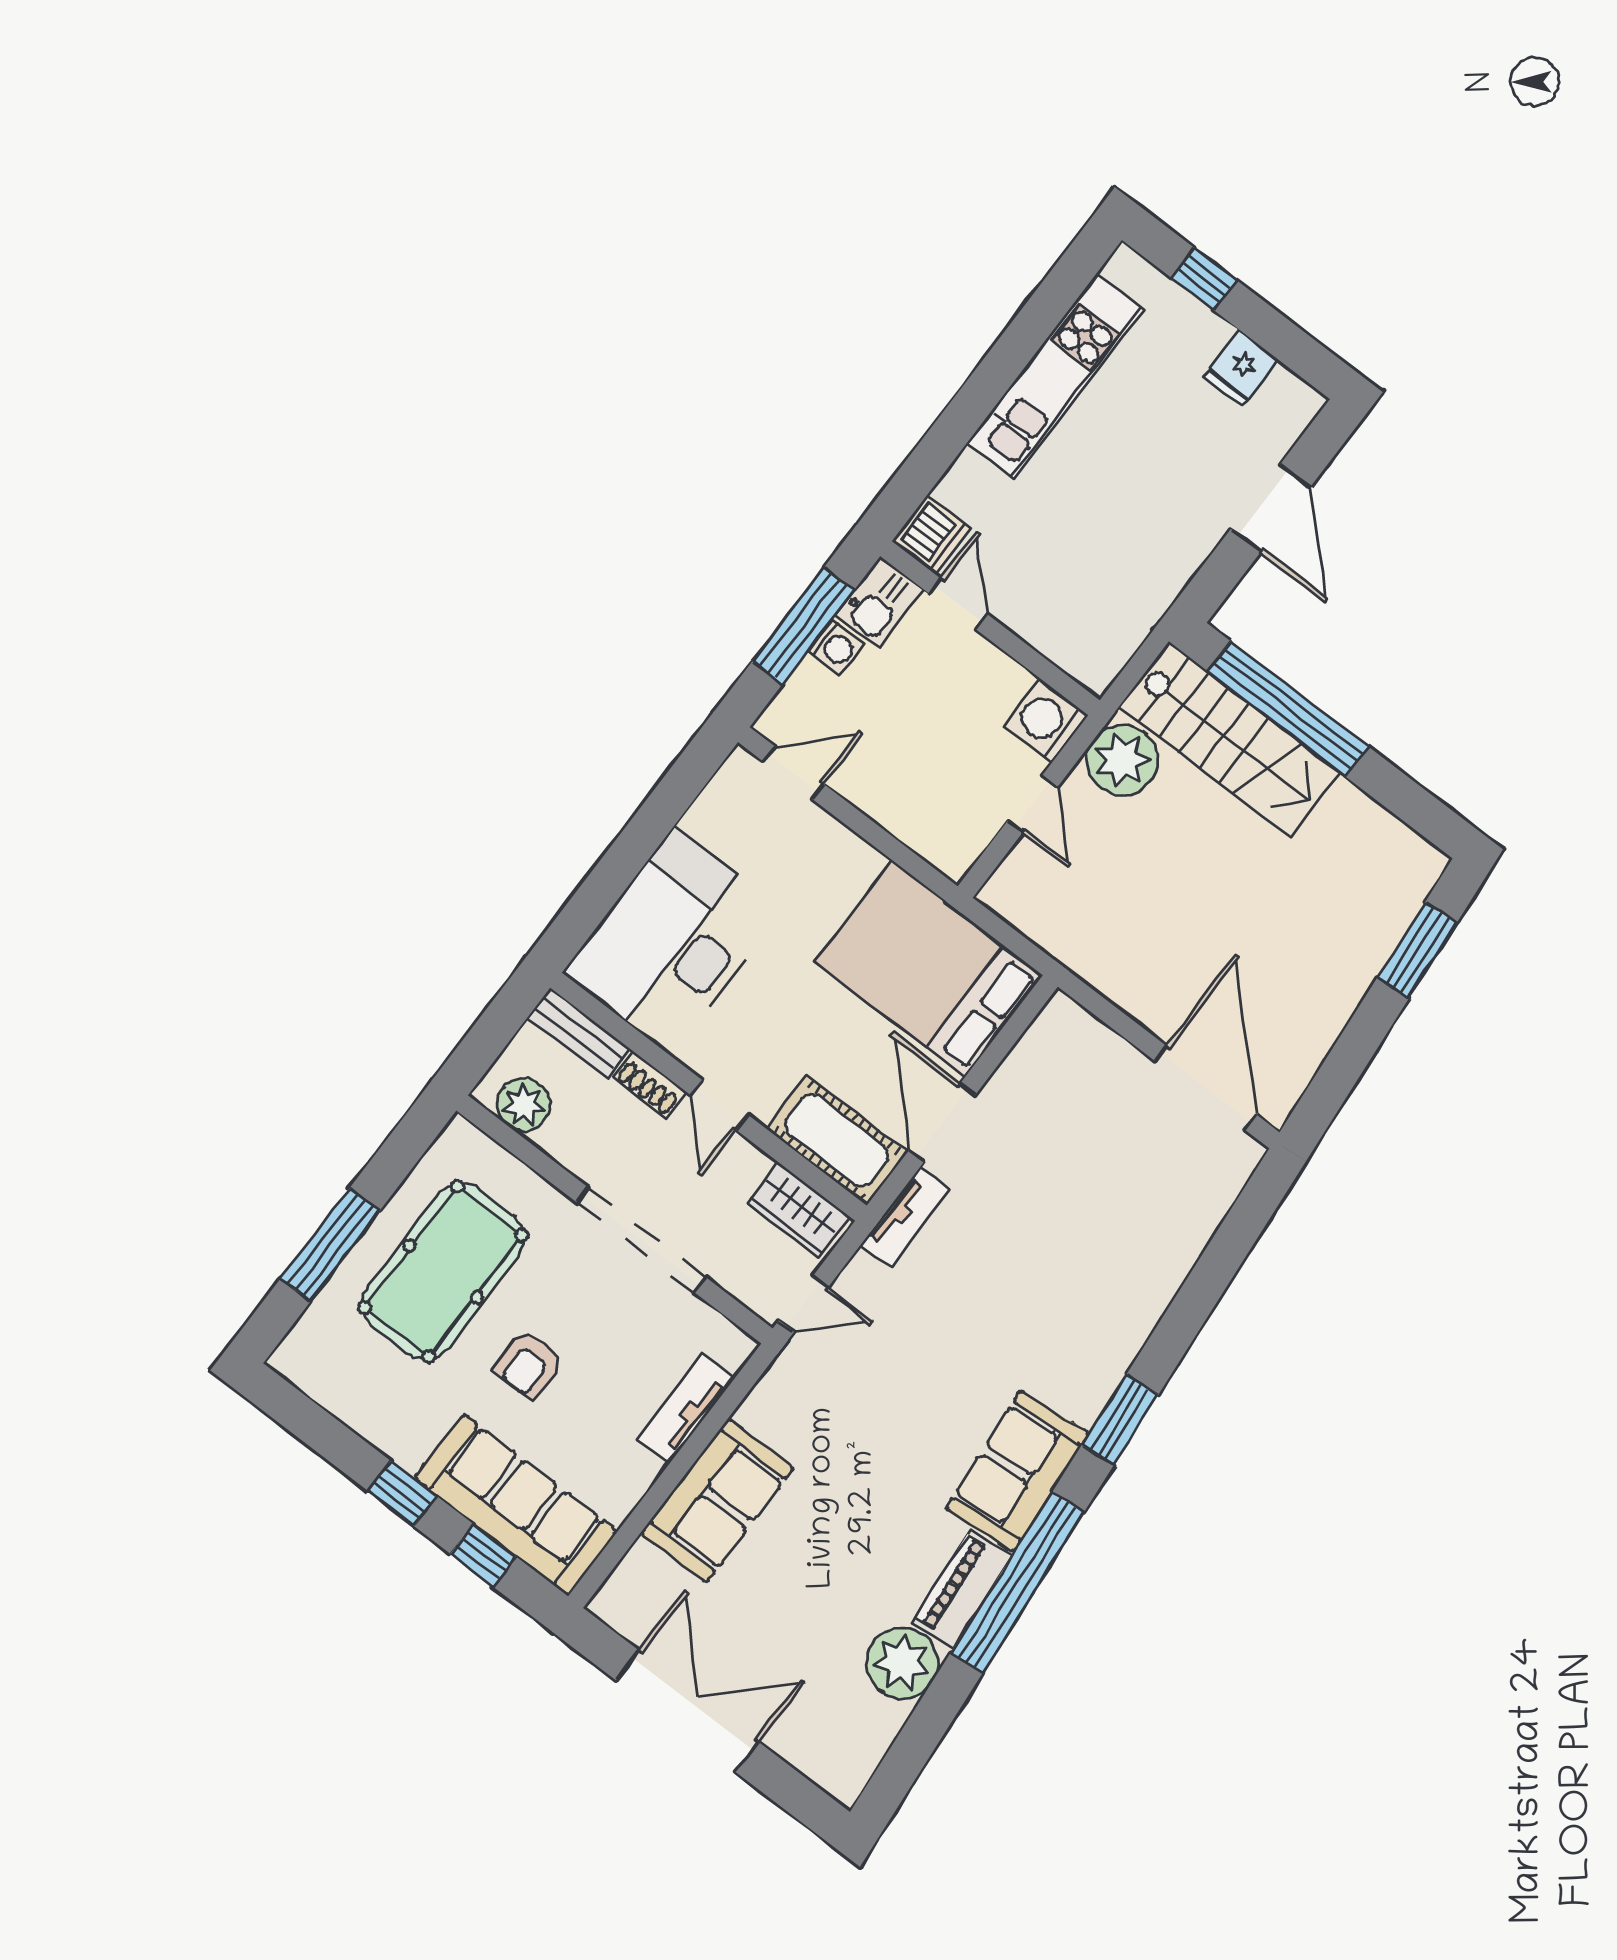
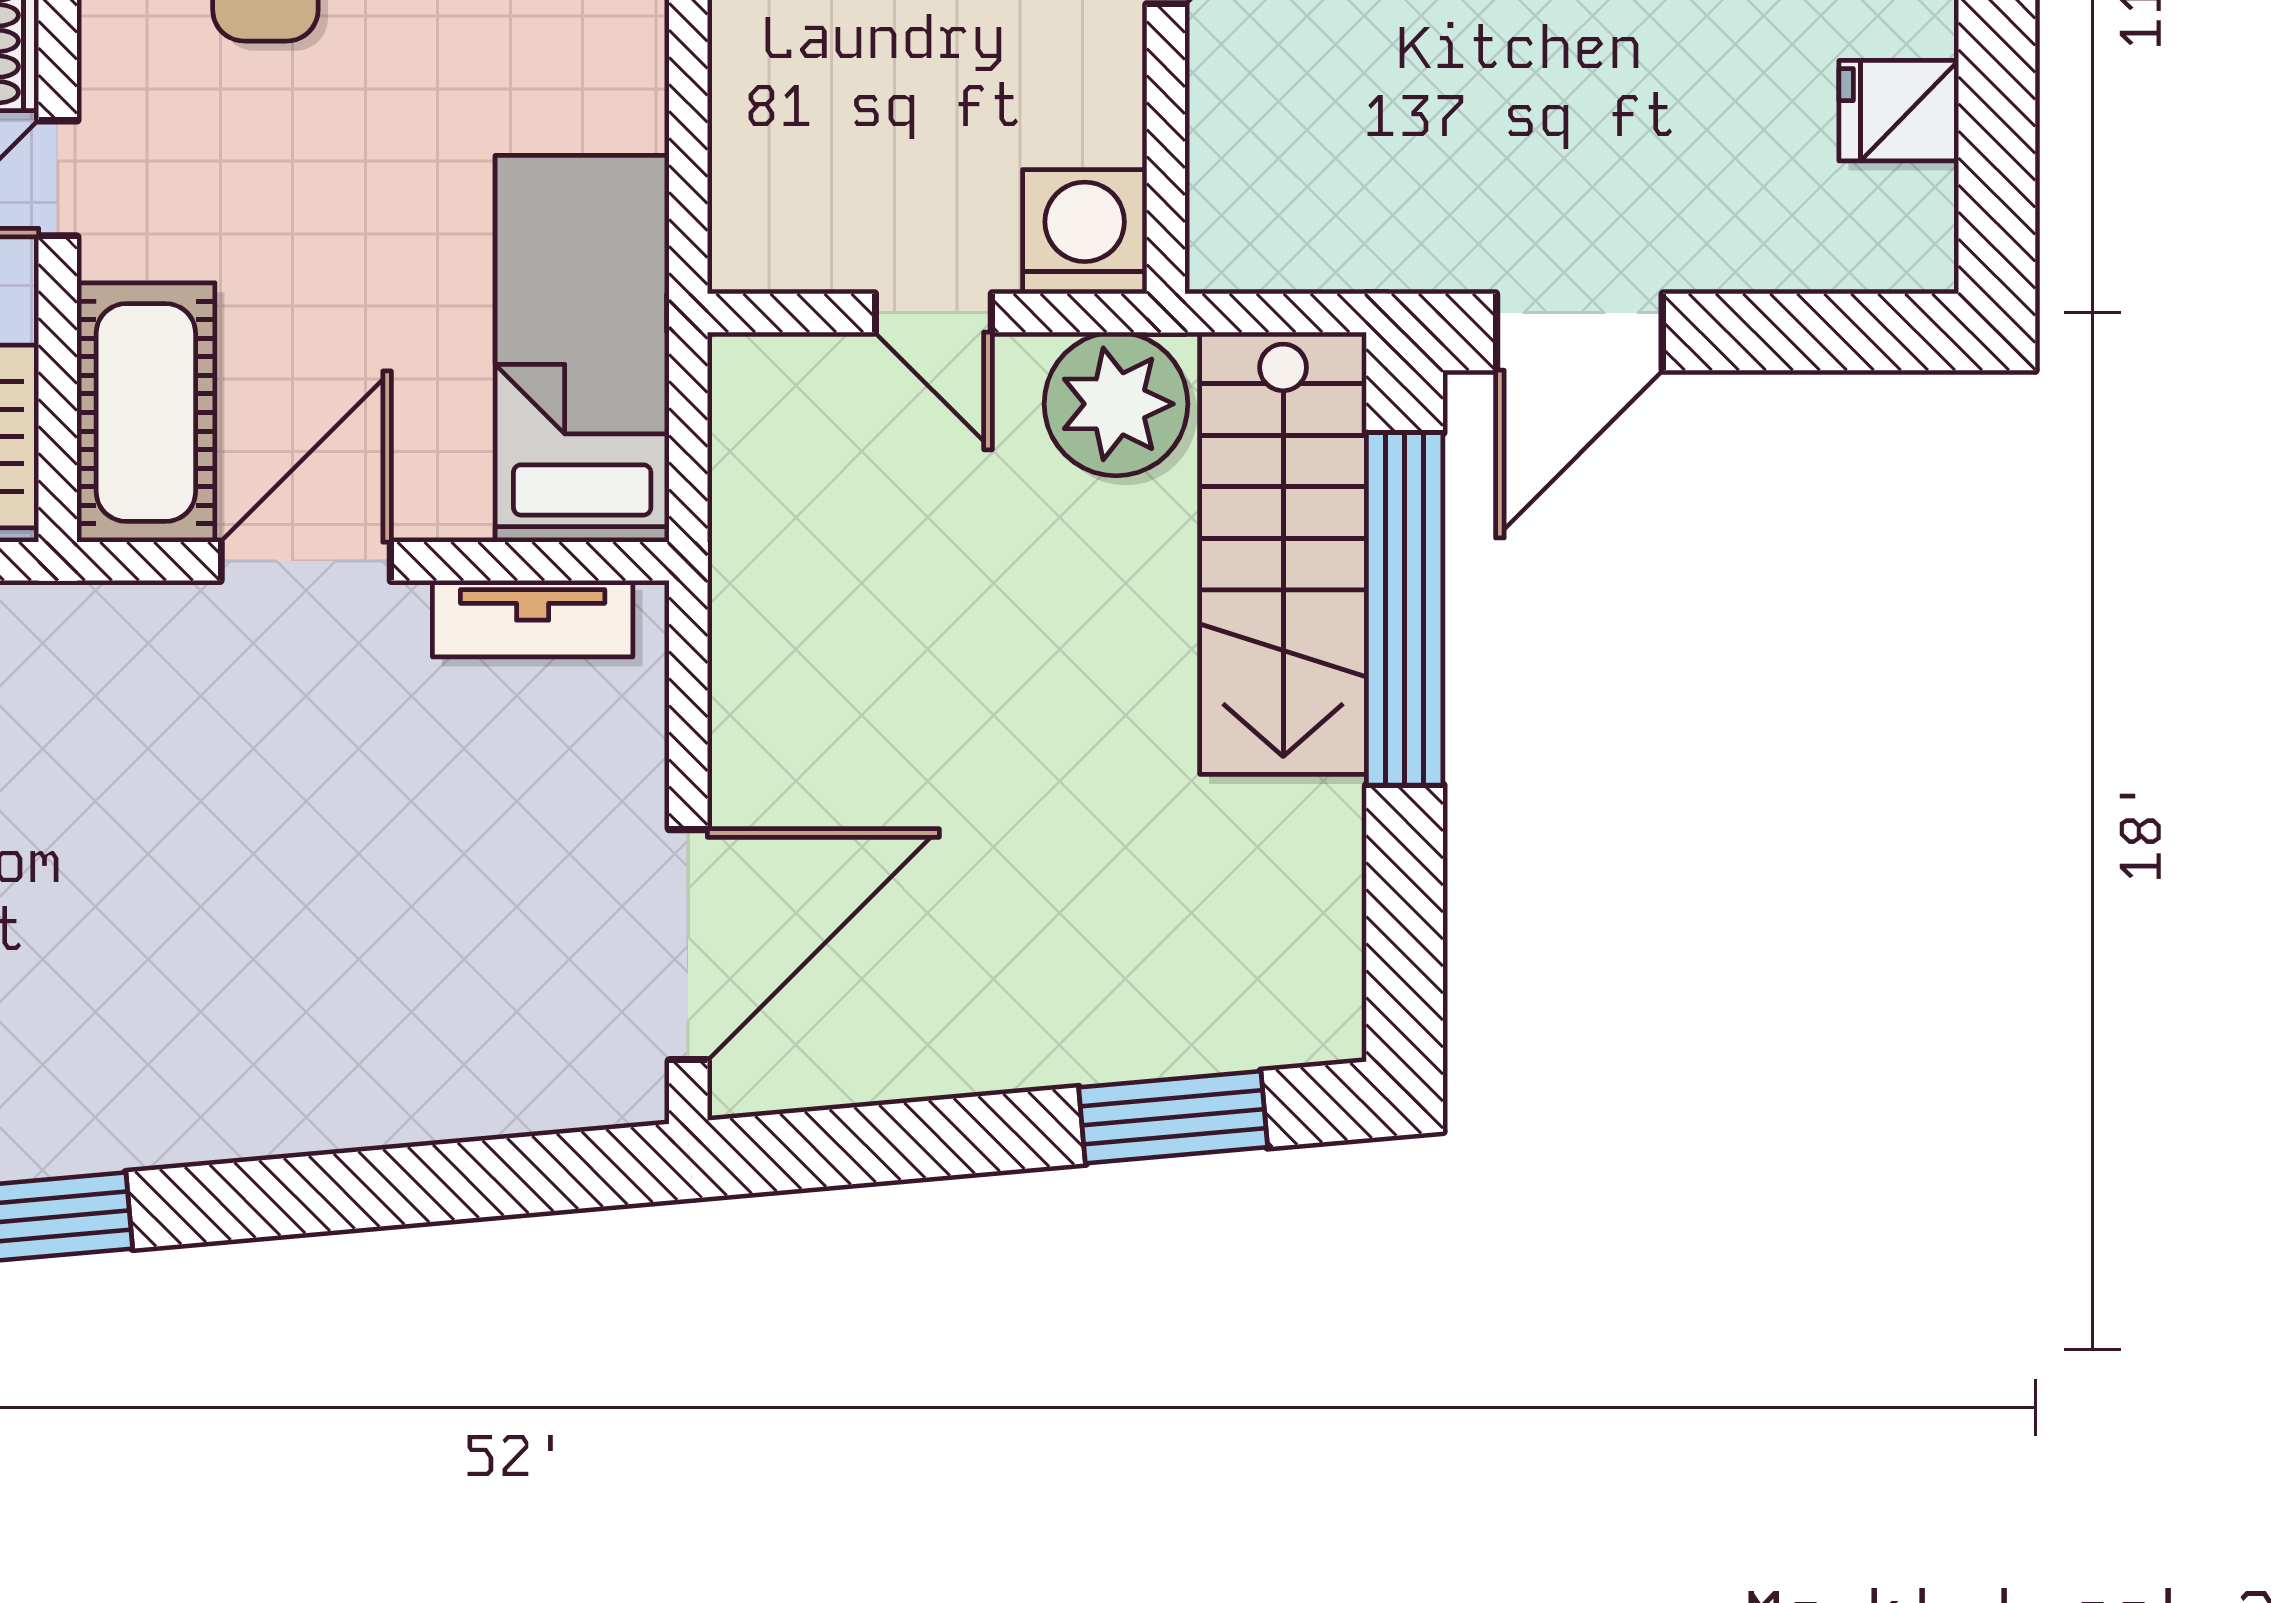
door: (1271, 508) -> (1579, 332), moved
door: (1032, 804) -> (933, 313), hinge flipped
bed: (929, 968) -> (582, 349), width x0.67
tv unit: (905, 1217) -> (533, 619), moved

